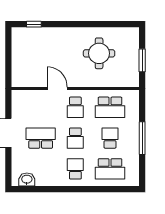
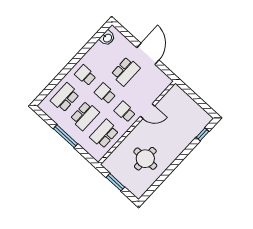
school desk: (110, 138) -> (85, 116), width x1.85
school desk: (75, 169) -> (85, 75), turned 180

